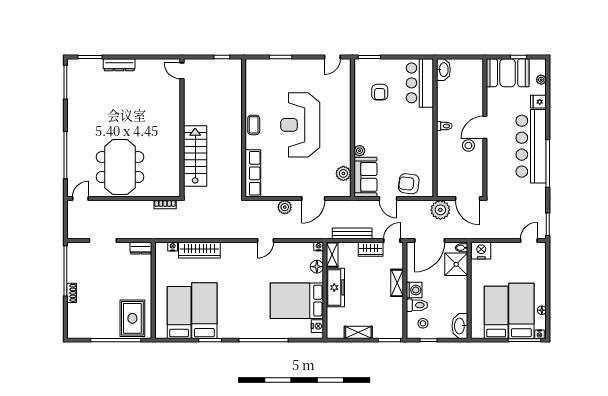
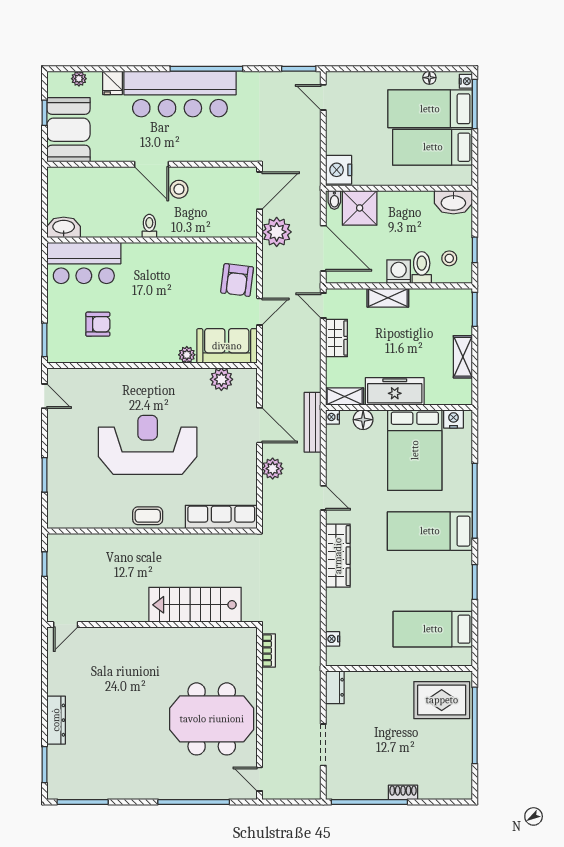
reception desk: (300, 125) -> (148, 445), turned 180
bench: (352, 233) -> (313, 422), moved
wardrobe: (199, 250) -> (338, 556), moved
bed: (204, 311) -> (430, 531), moved

